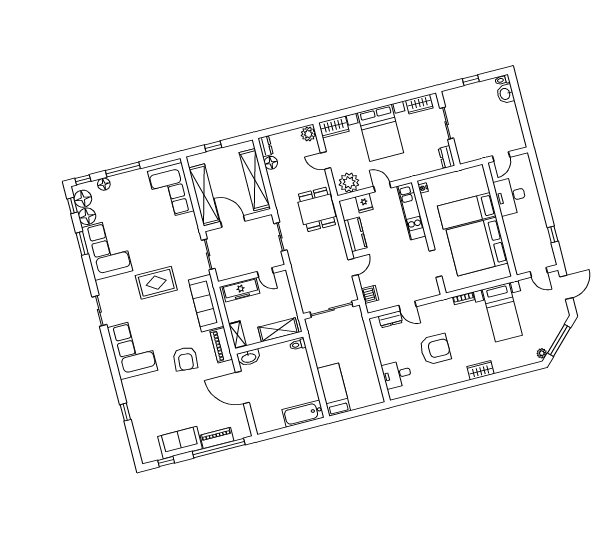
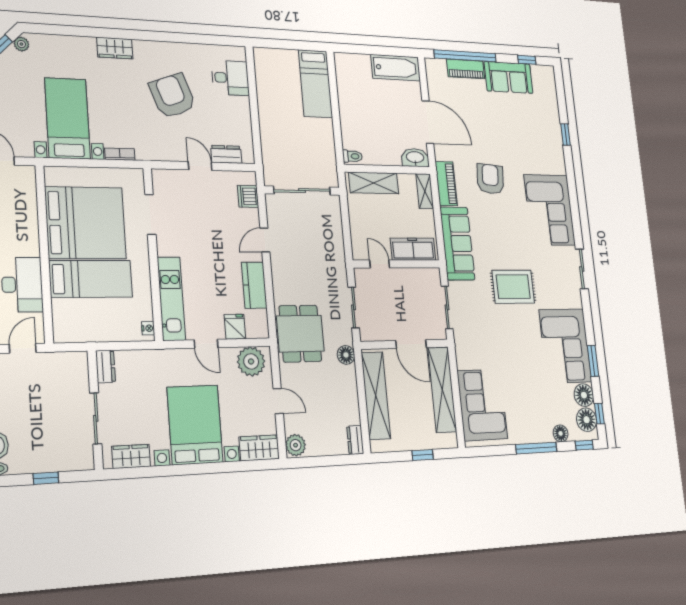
floor lamp: (271, 163) -> (346, 355), moved
armchair: (435, 349) -> (172, 96), turned 70
bathtub: (303, 414) -> (396, 68), moved

